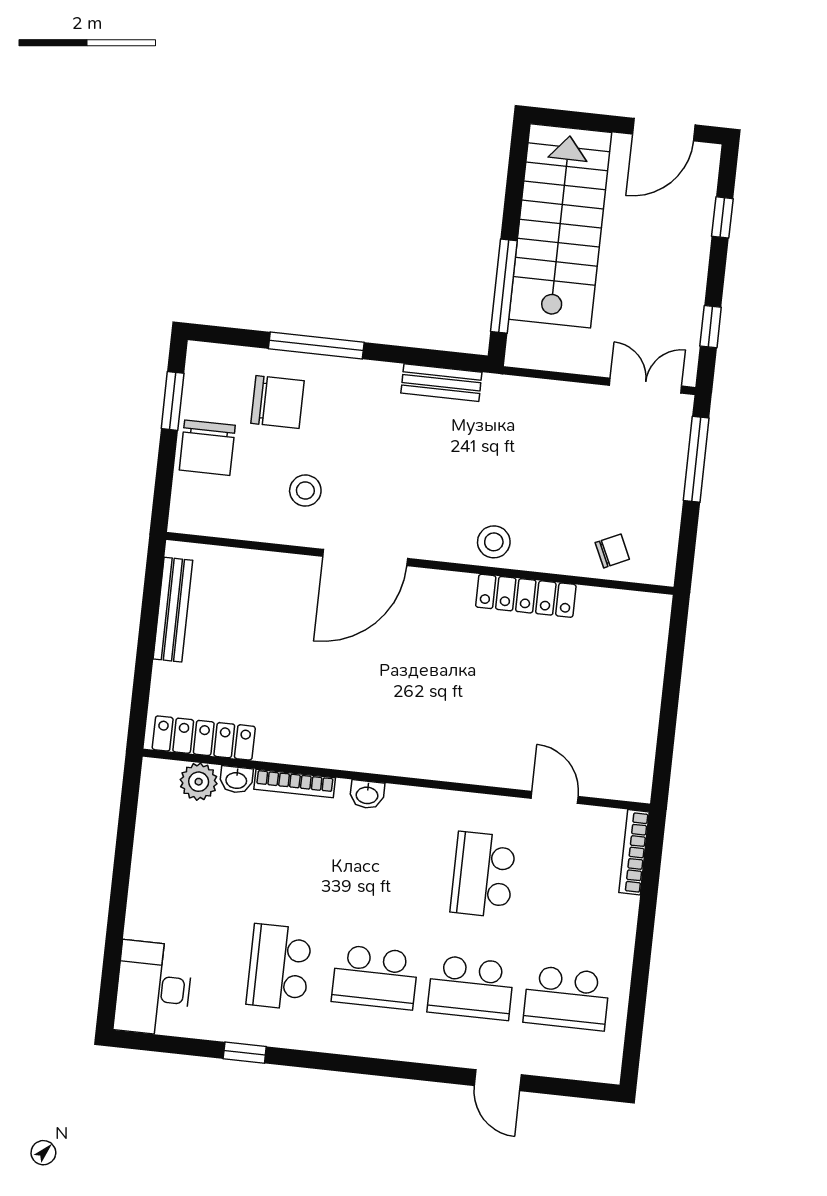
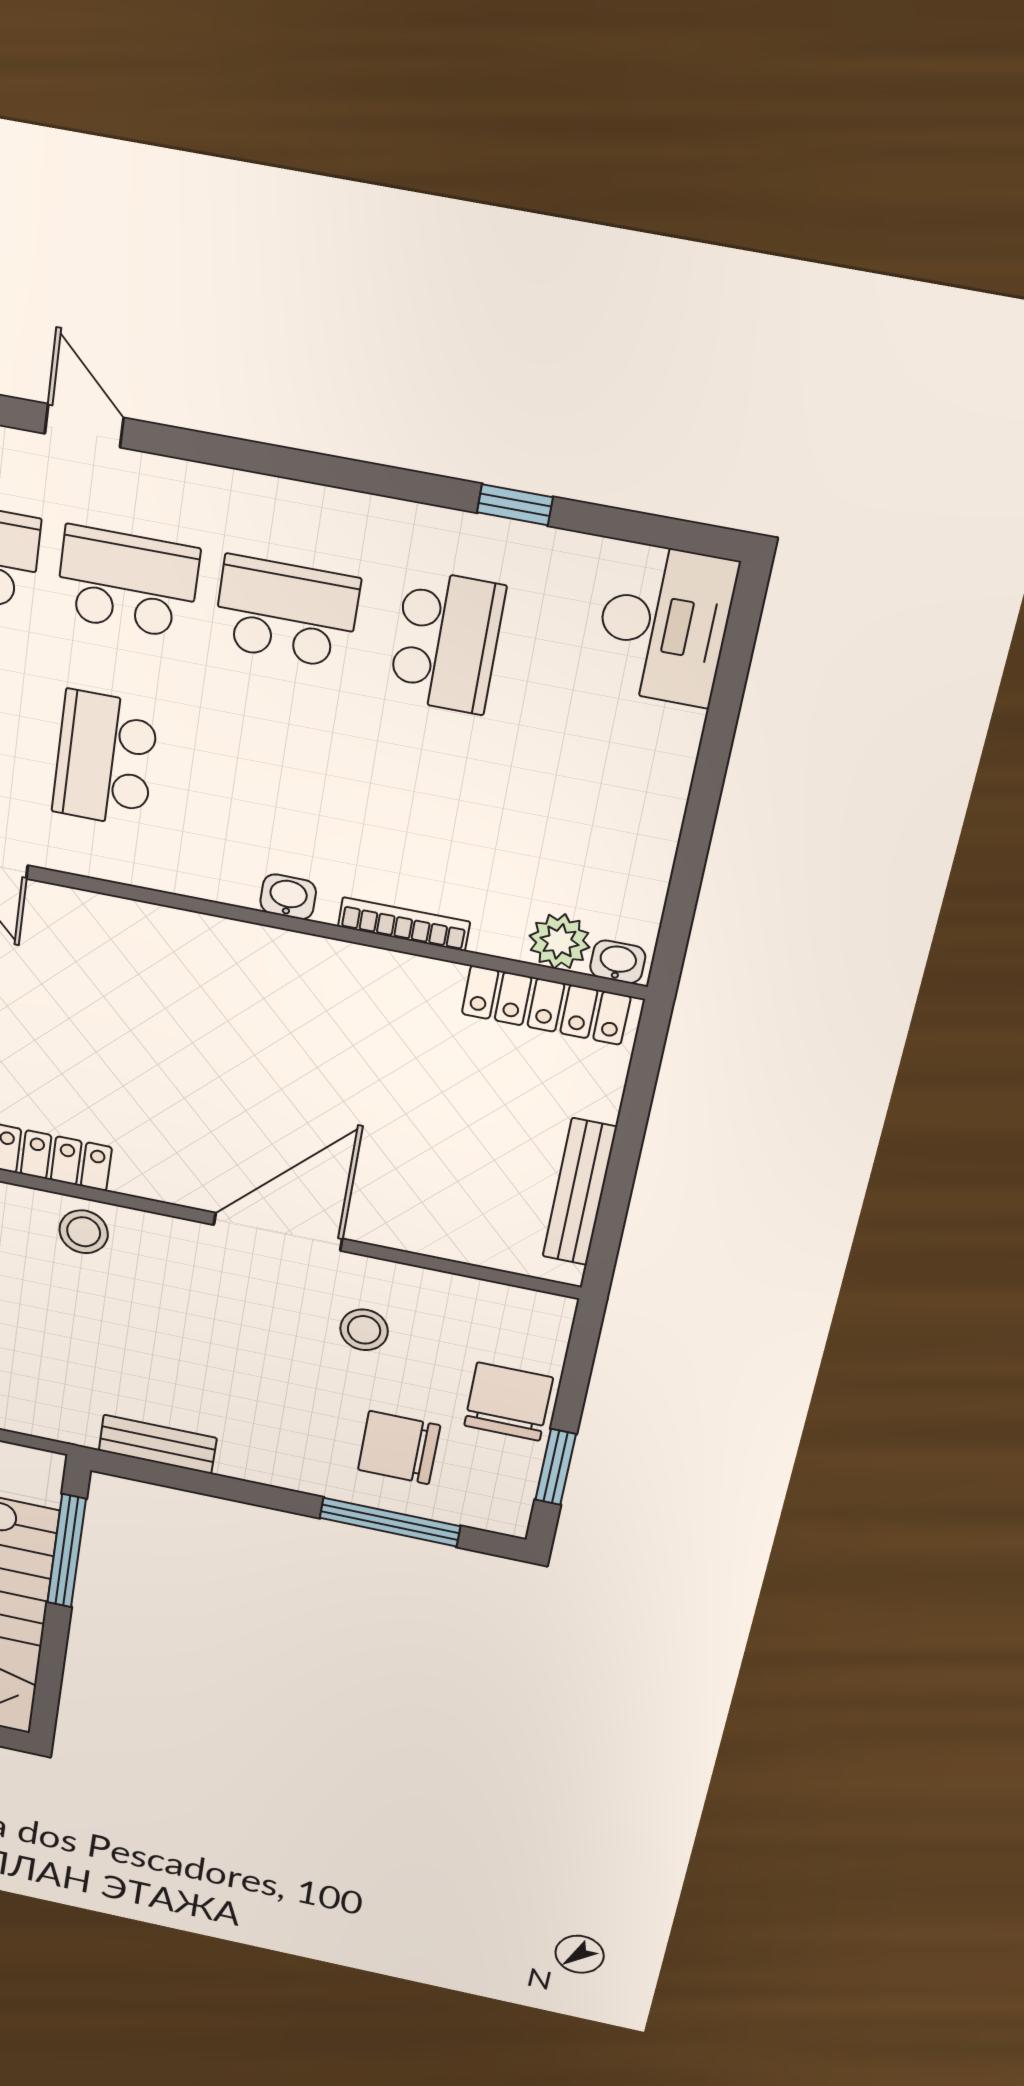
window: (316, 345) -> (390, 1522), moved
washbasin: (236, 780) -> (618, 962), moved
school desk: (483, 875) -> (105, 759), turned 180

